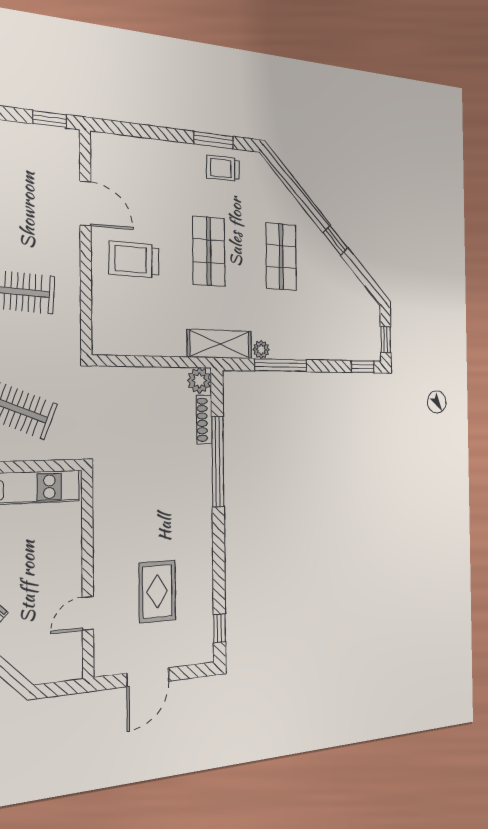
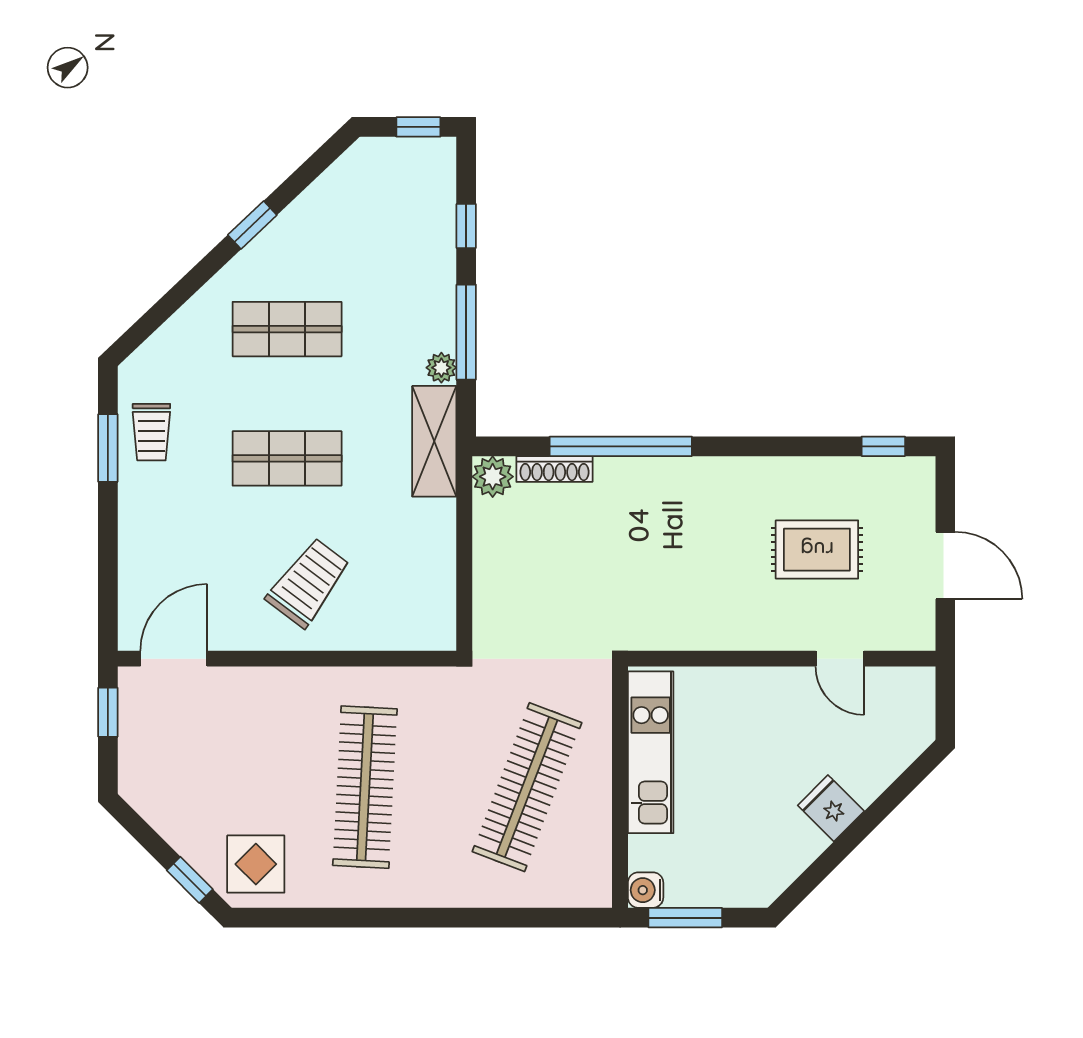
door: (85, 203) -> (174, 659), moved
trolley: (134, 260) -> (308, 583), turned -144
window: (363, 367) -> (466, 226), moved

